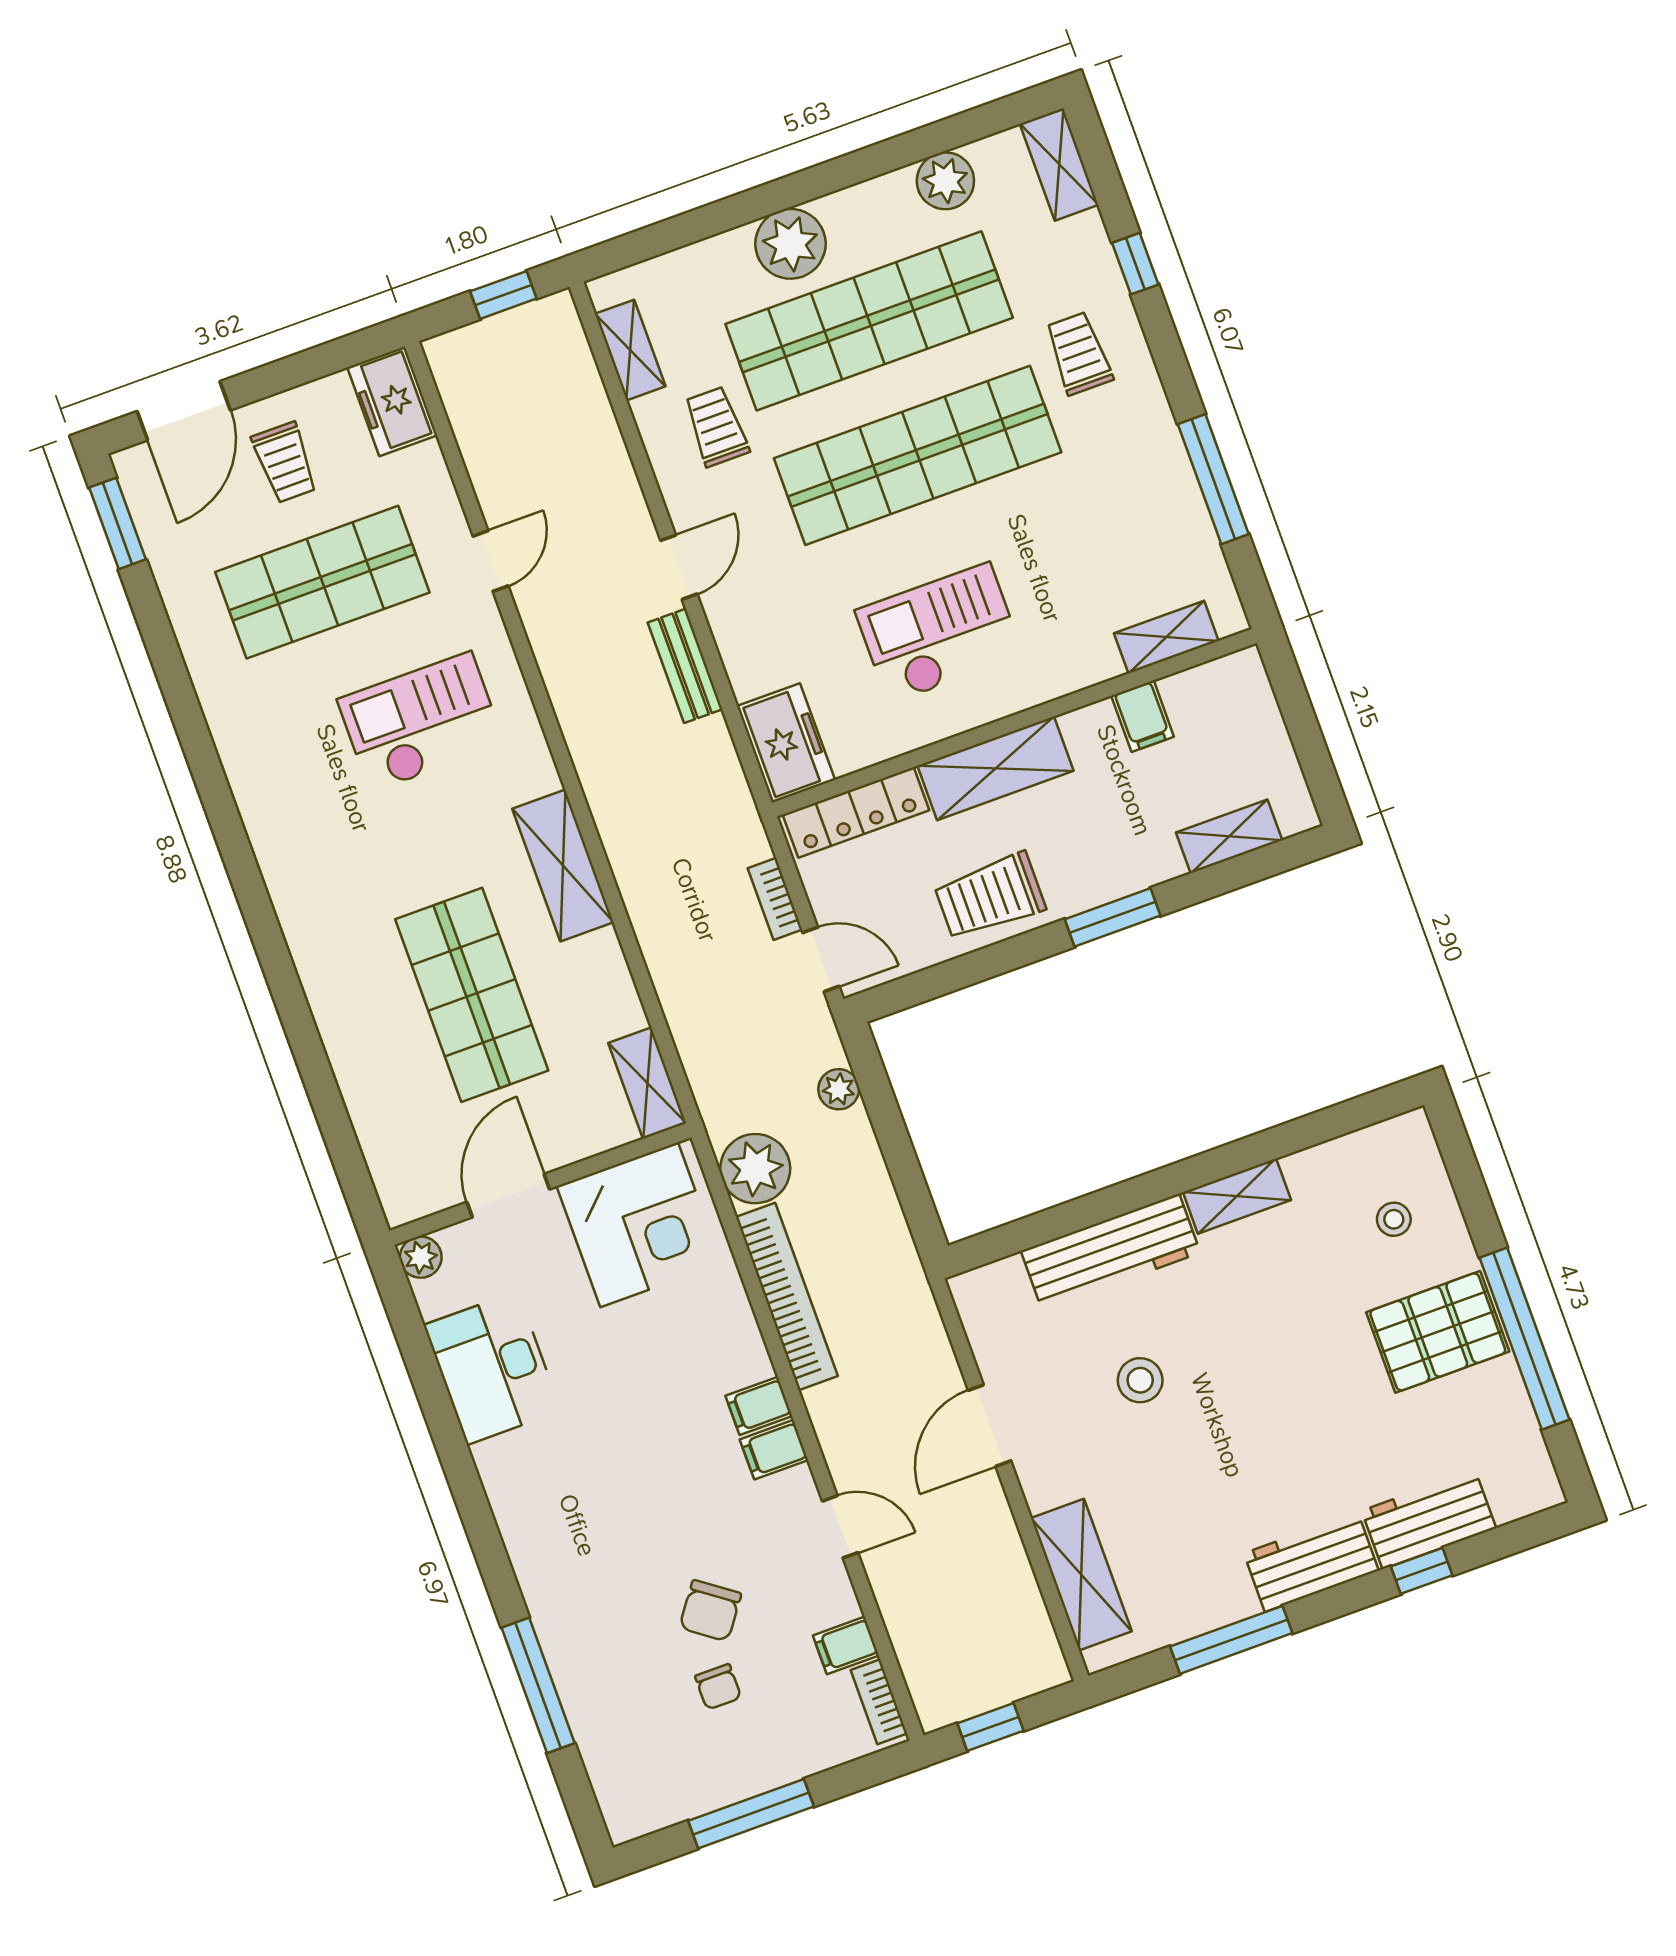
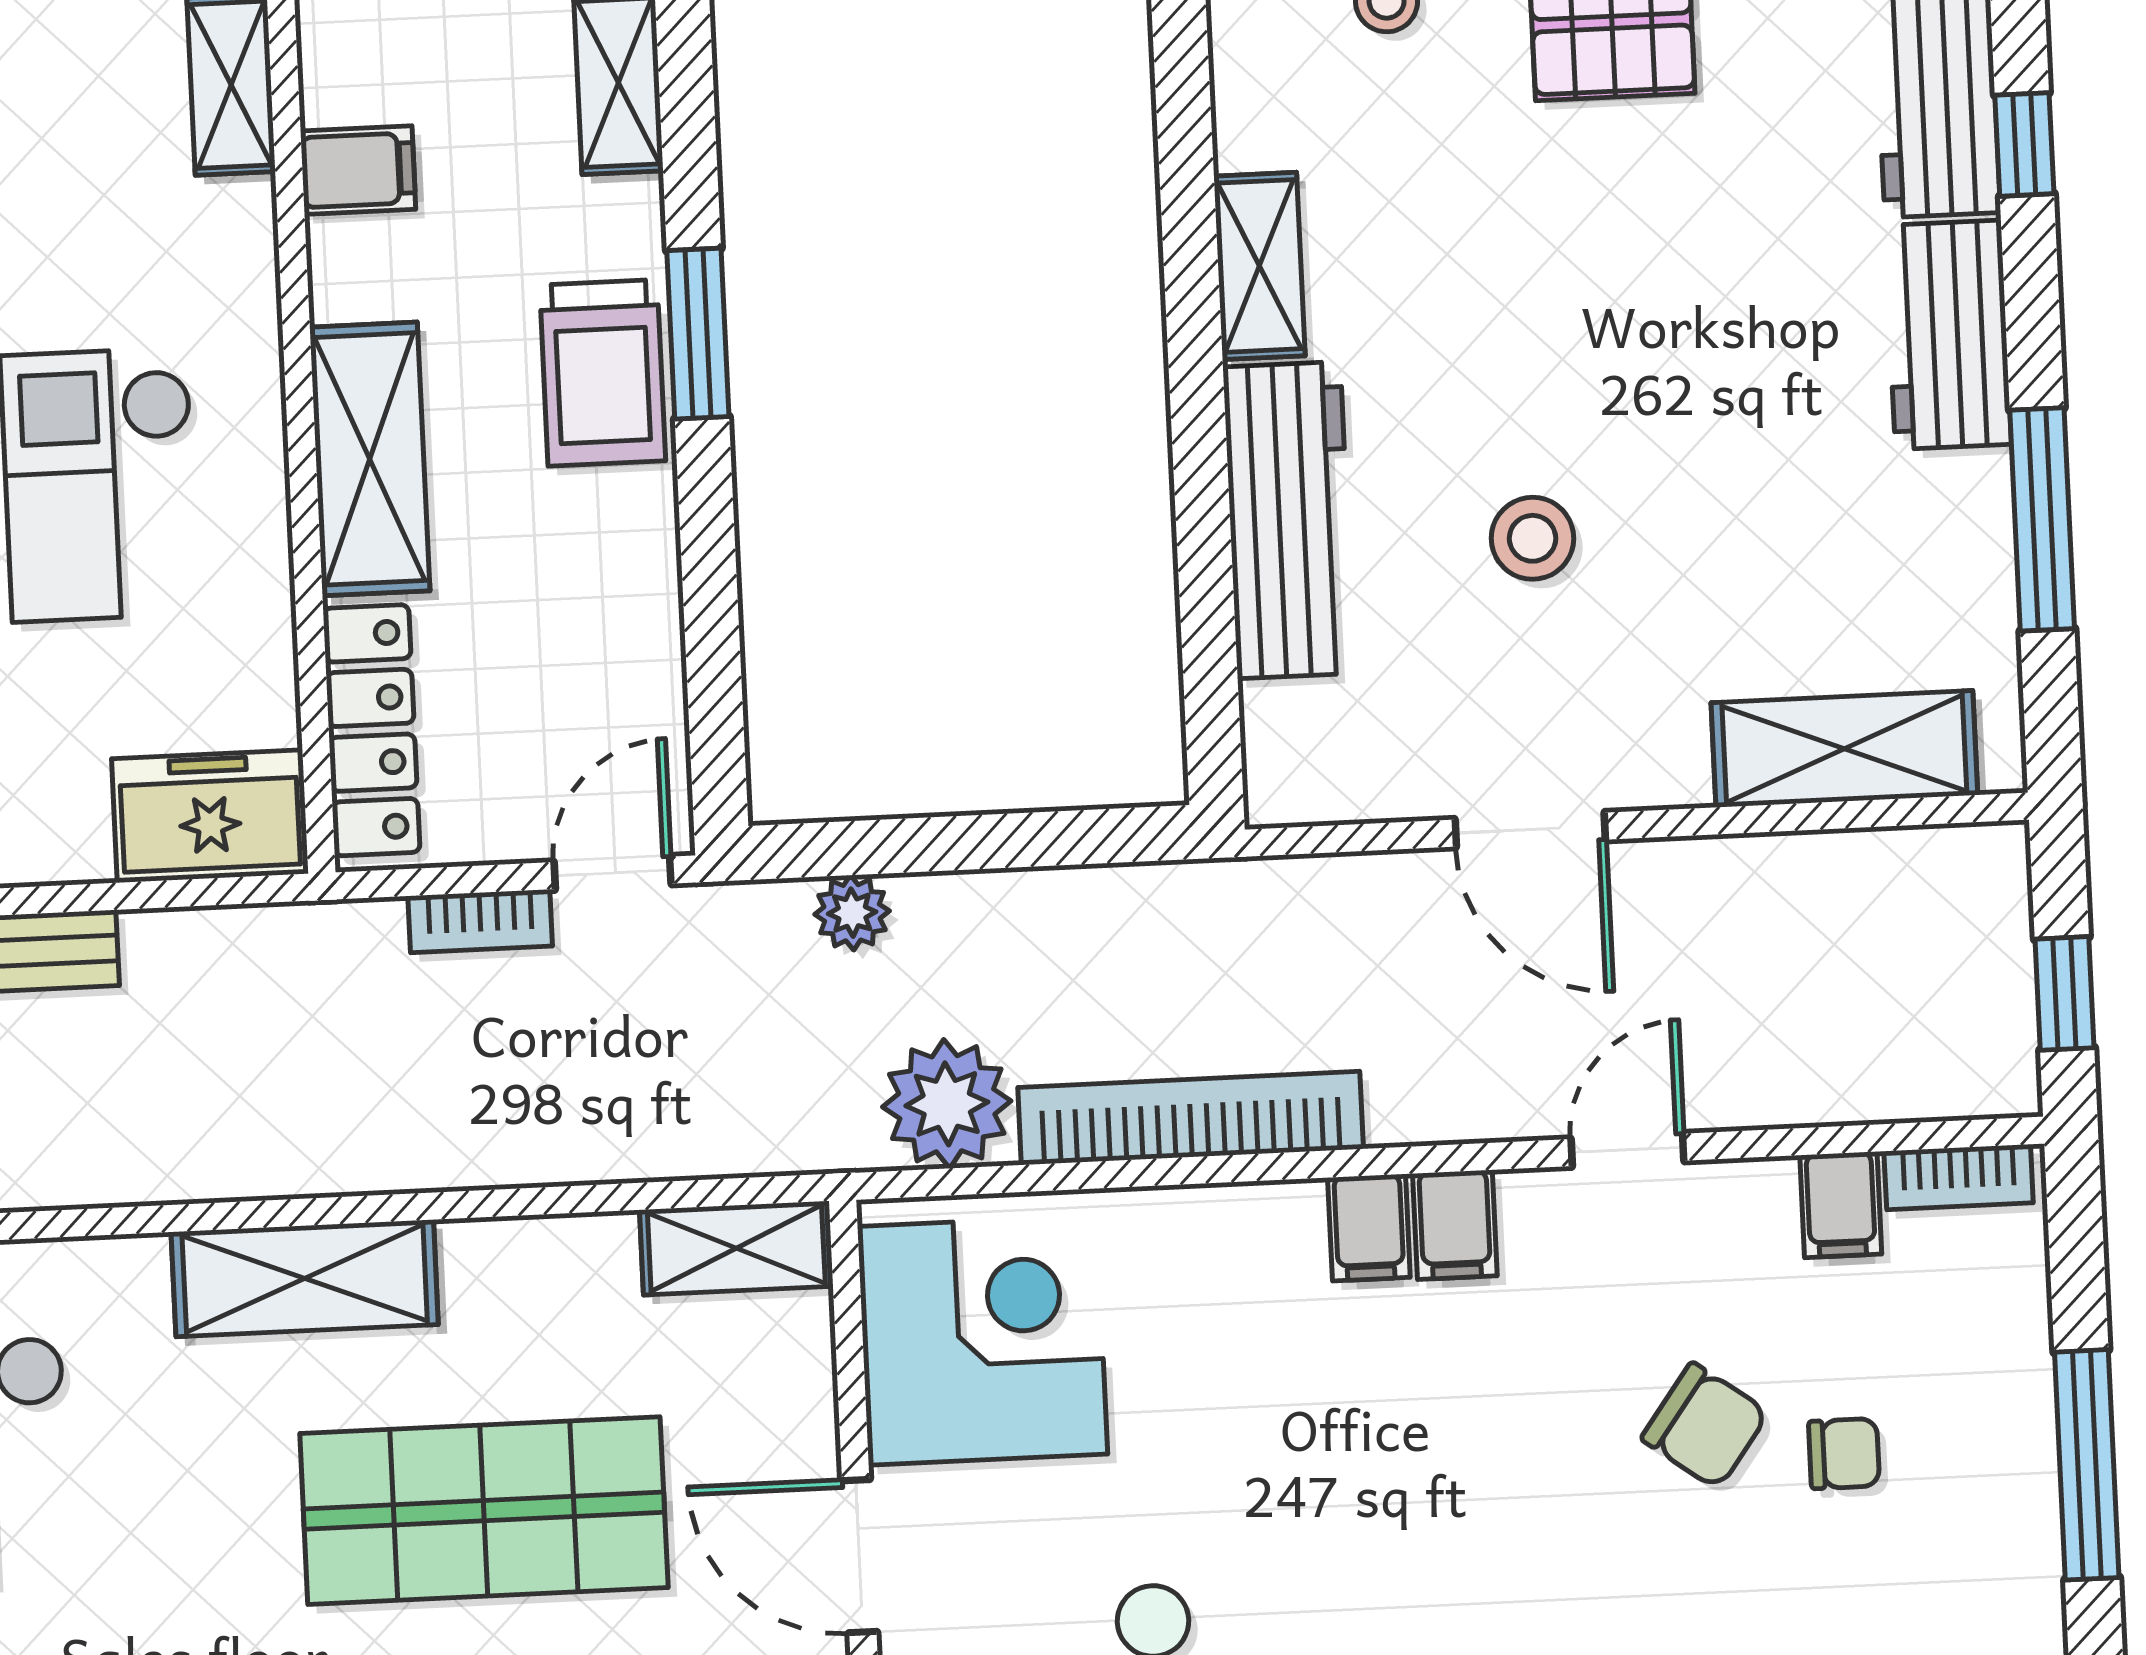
trolley: (990, 896) -> (603, 373), moved

